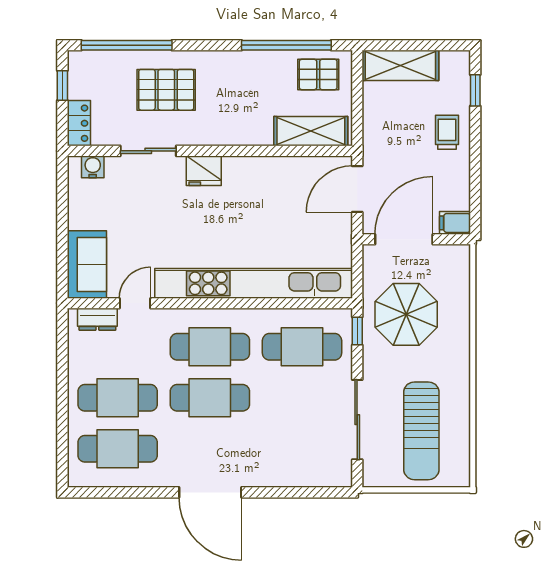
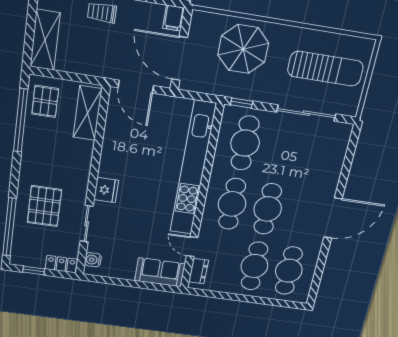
parasol: (406, 314) -> (243, 49), moved

